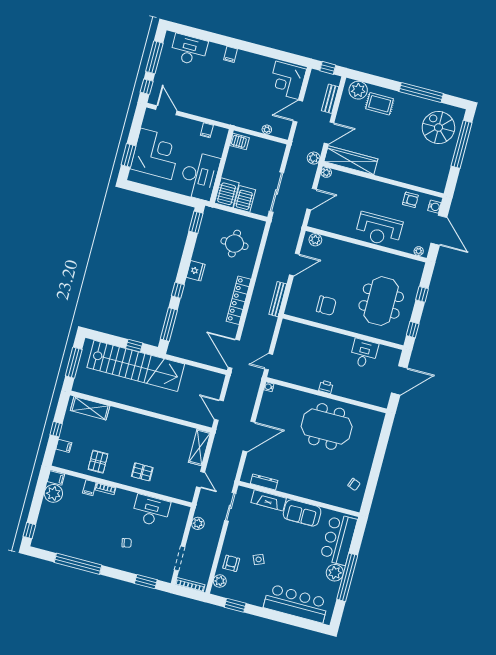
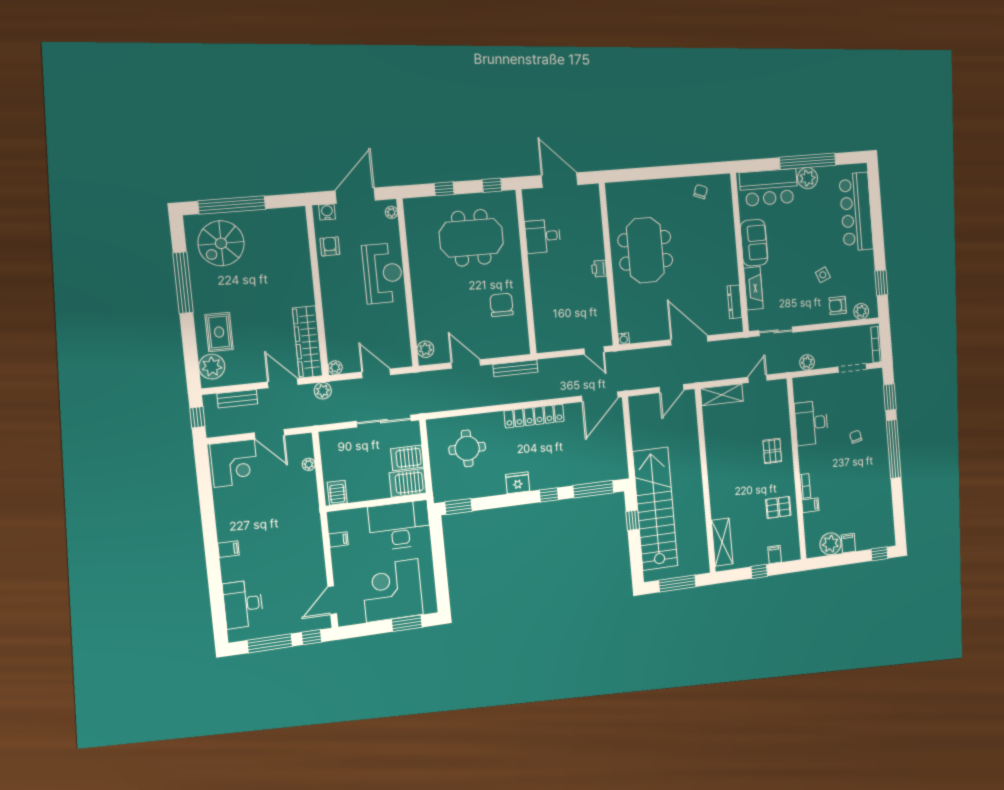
filing cabinet: (56, 478) -> (848, 543), moved
window: (78, 564) -> (894, 449), moved

